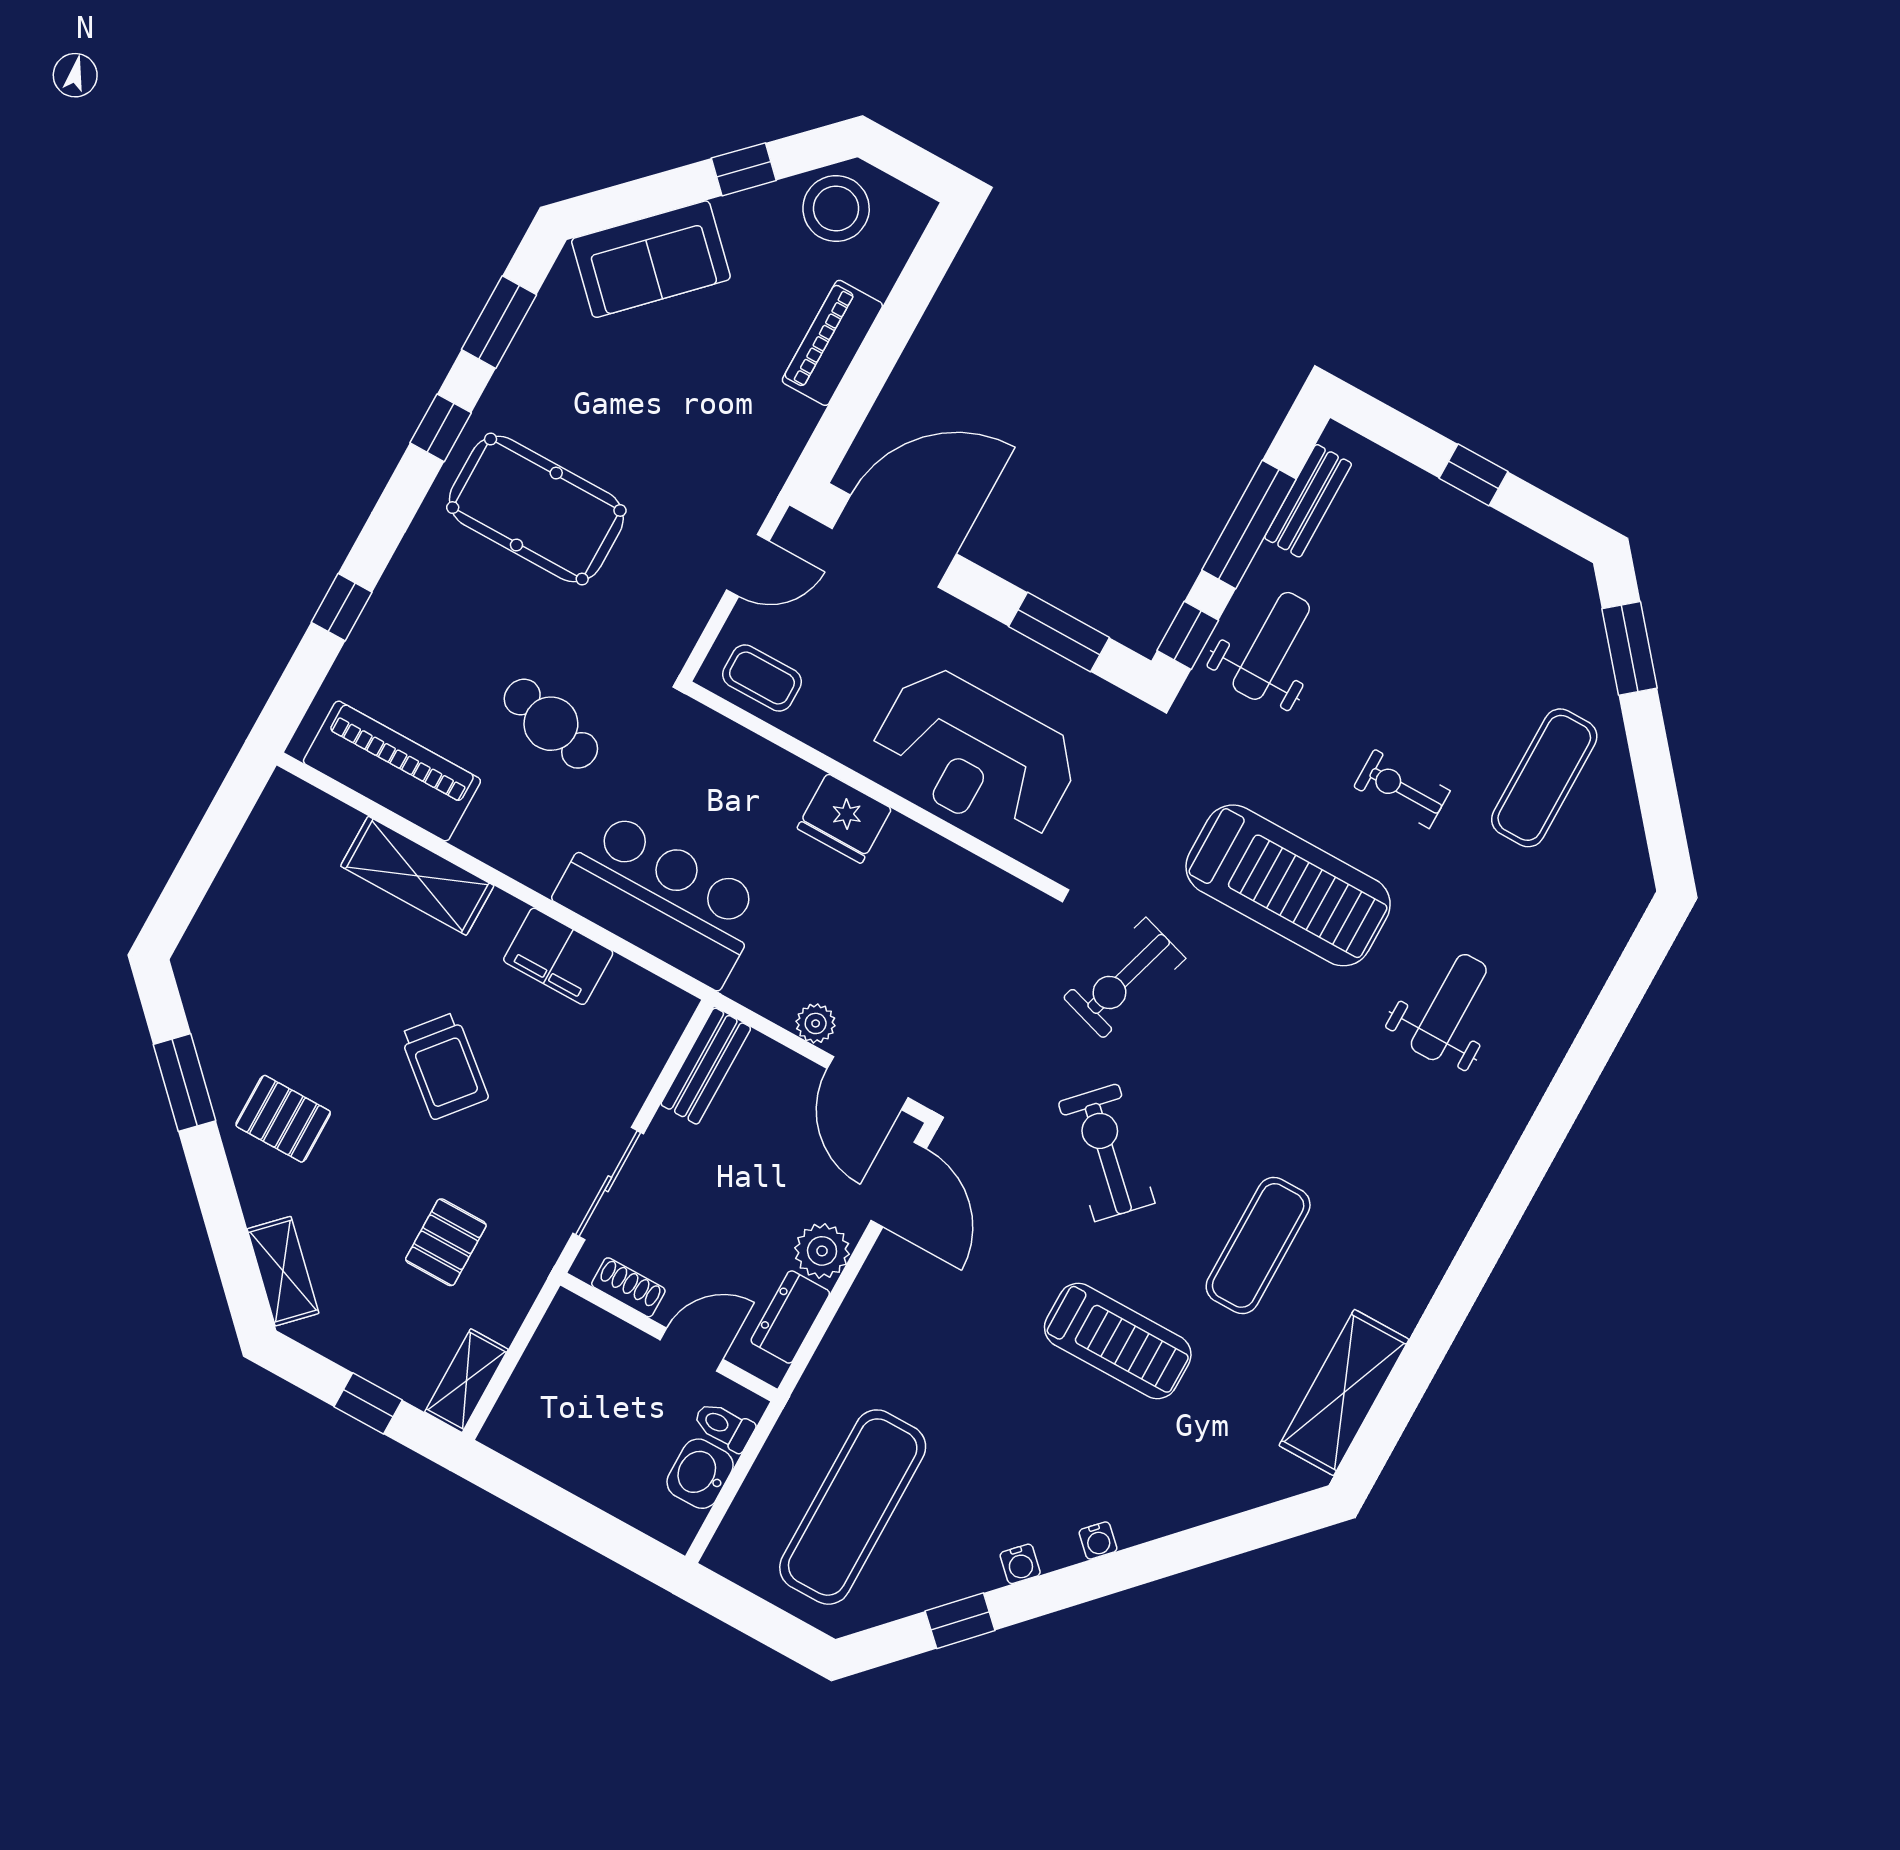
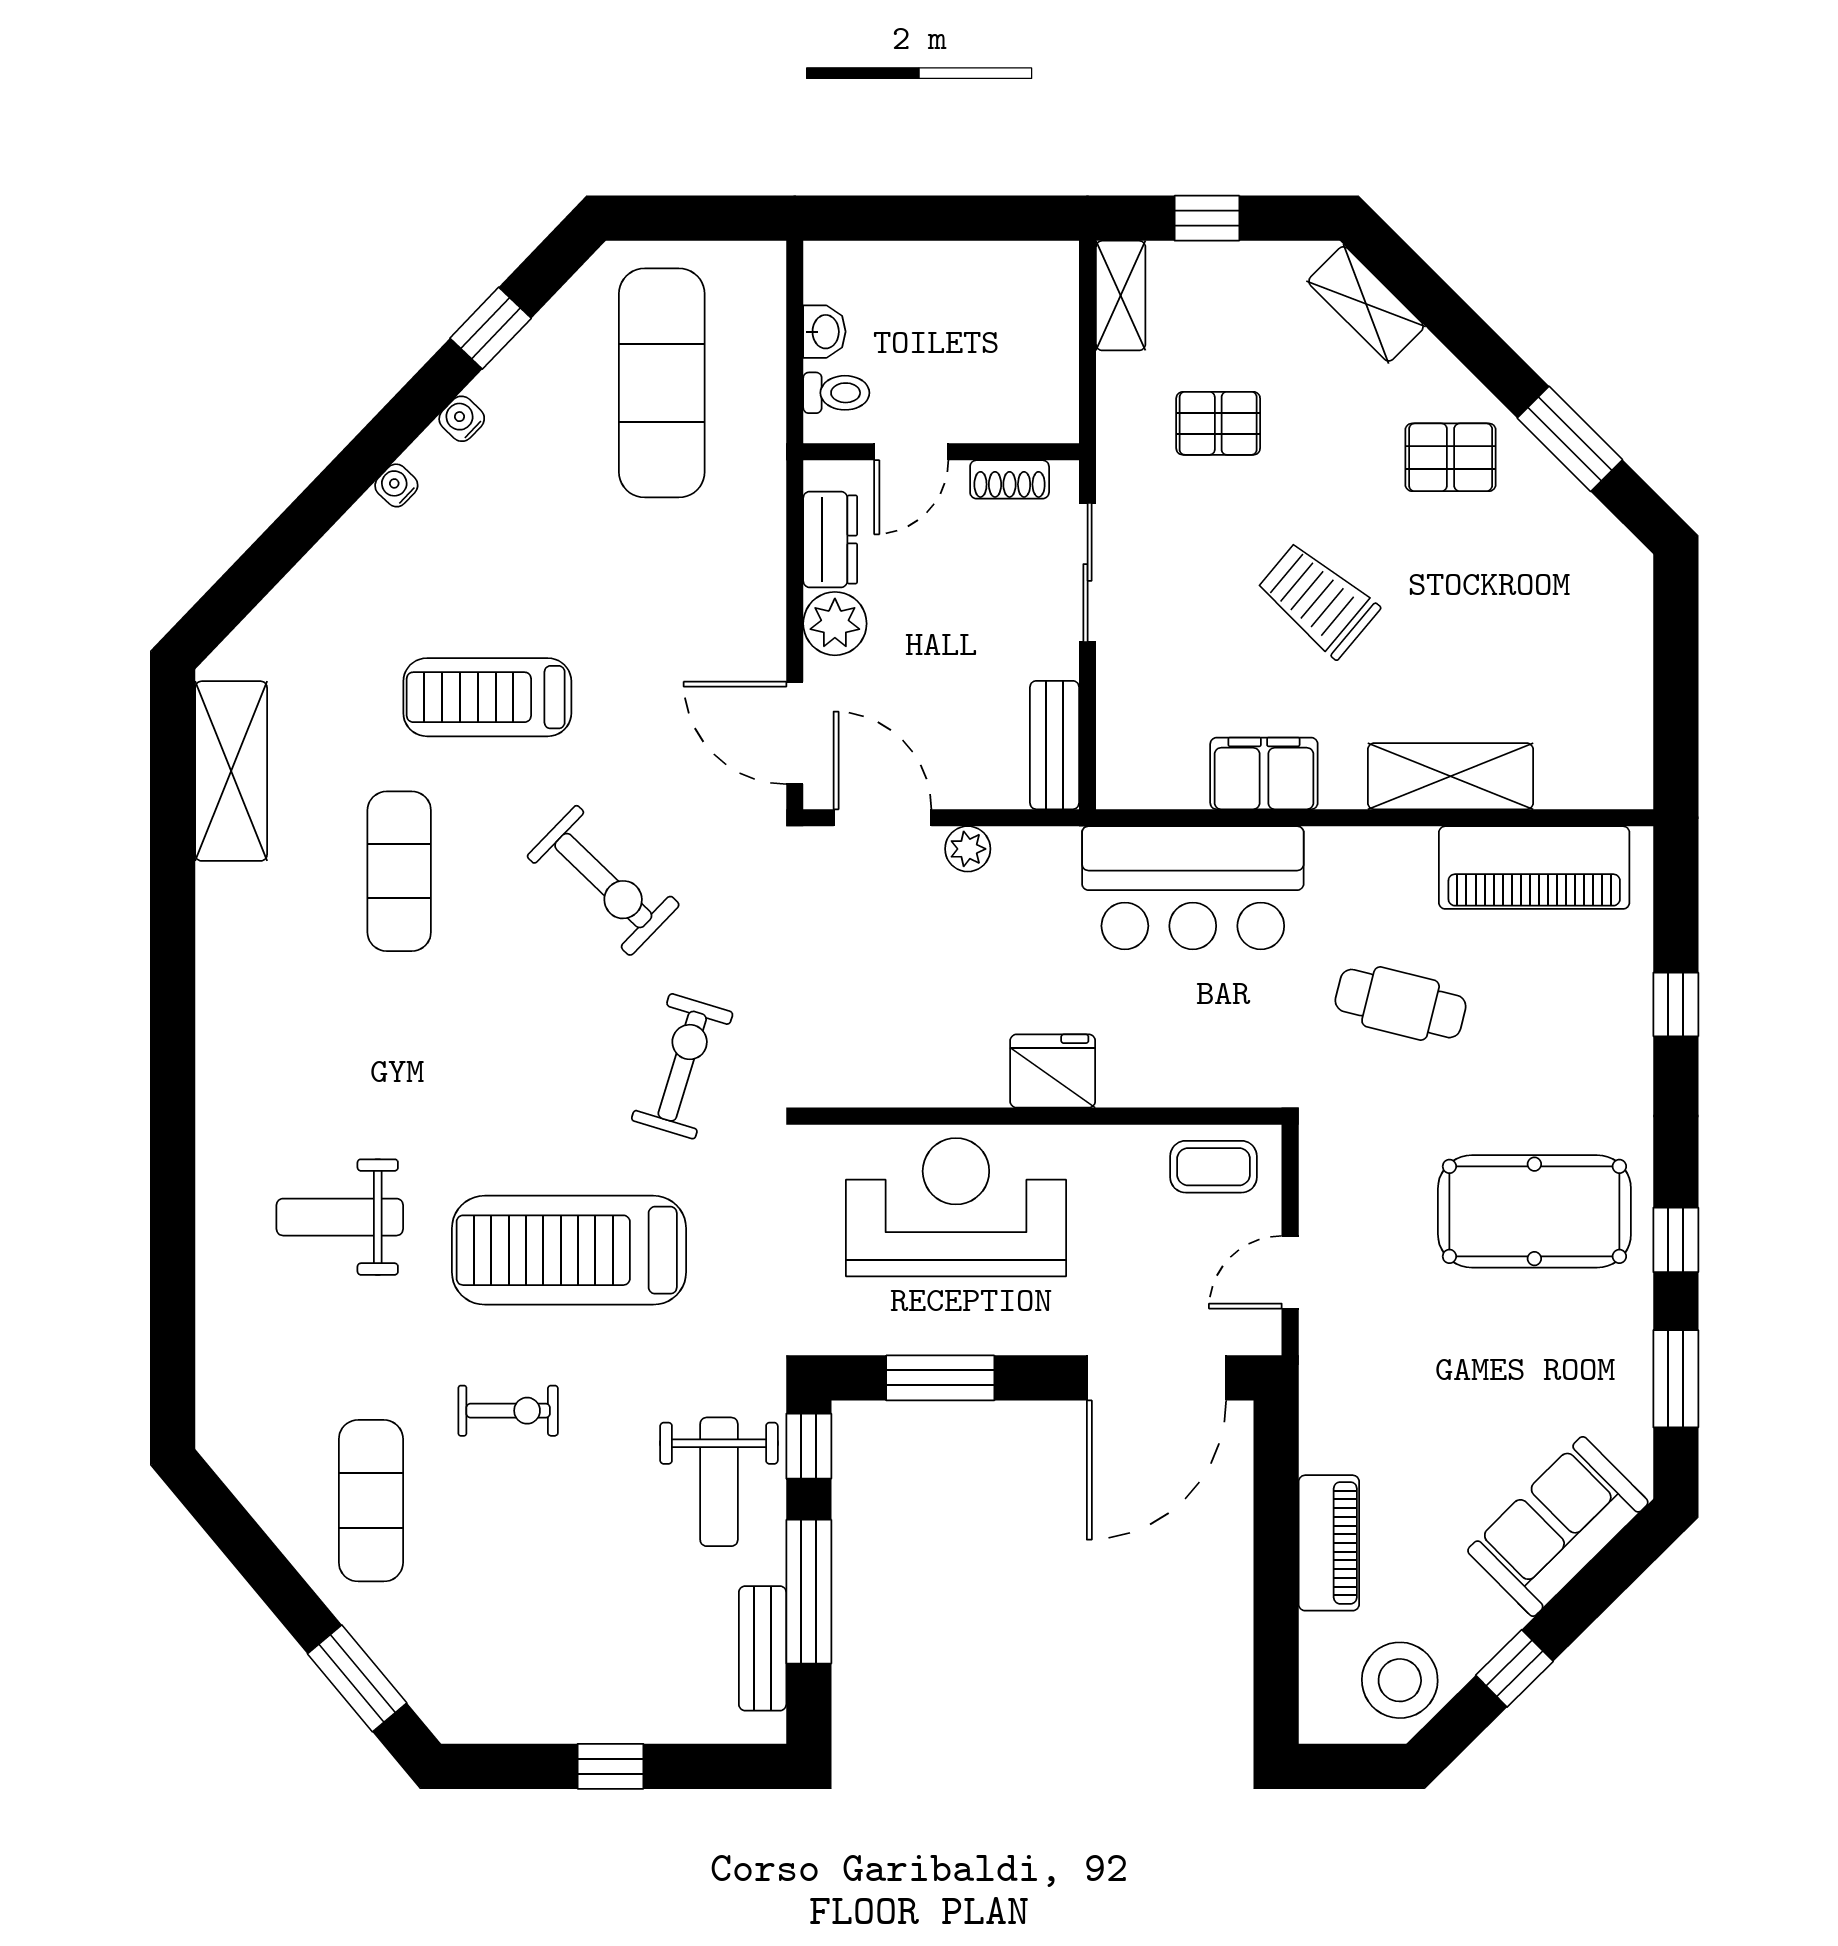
weight bench: (1449, 1007) -> (340, 1217), turned 90
pallet: (446, 1242) -> (1218, 423), turned 90
washbasin: (700, 1474) -> (824, 332), width x0.72, depth x0.69

